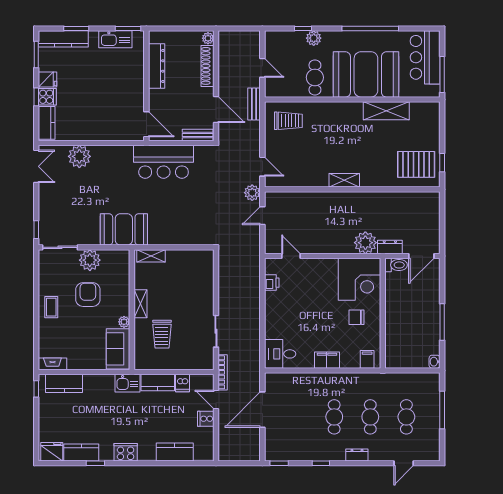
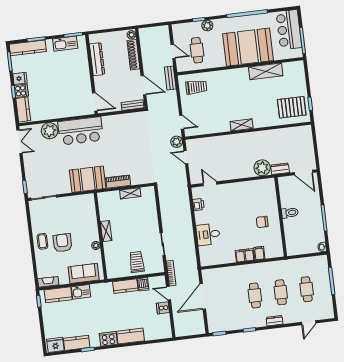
cafe table: (315, 77) -> (197, 50), moved
bar counter: (164, 162) -> (80, 131), moved
door: (262, 216) -> (186, 157), hinge flipped
piano: (165, 238) -> (118, 182), added
shelving: (151, 256) -> (130, 193), moved
door: (421, 256) -> (303, 172), hinge flipped
plant: (90, 260) -> (66, 204), removed
toilet: (396, 265) -> (290, 213), moved
corner desk: (359, 279) -> (261, 195), removed
armchair: (88, 295) -> (62, 243), moved
trolley: (162, 334) -> (137, 262), moved, turned 180
sofa: (118, 349) -> (84, 273), moved, turned 90
desk: (280, 354) -> (208, 234), moved
filing cabinet: (367, 359) -> (259, 253), moved
kitchen sink: (128, 383) -> (81, 292), moved
kitchen counter: (175, 452) -> (131, 336), moved

